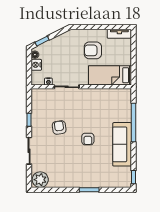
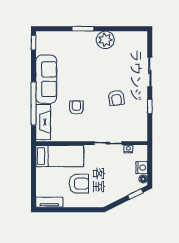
fireplace: (125, 106) -> (43, 122), added
armchair: (88, 139) -> (76, 107), moved
plant: (40, 180) -> (105, 40), moved

